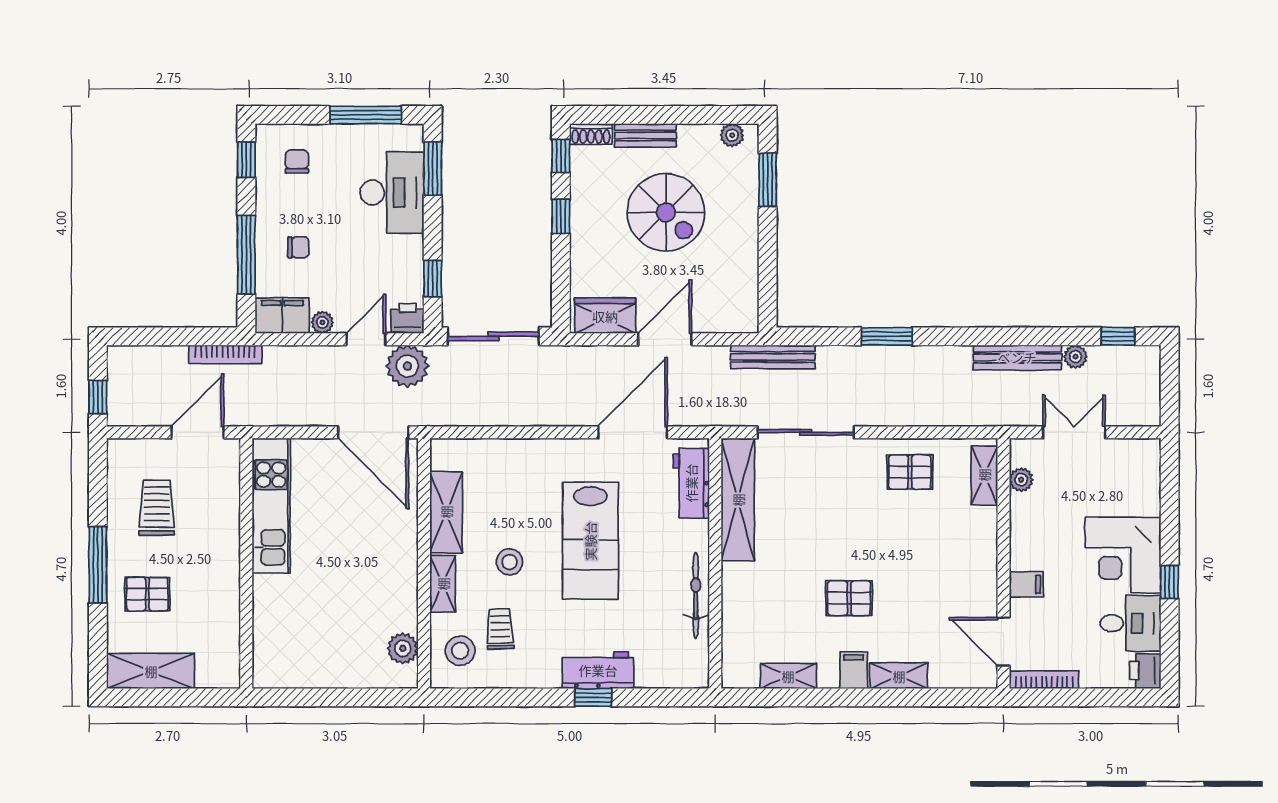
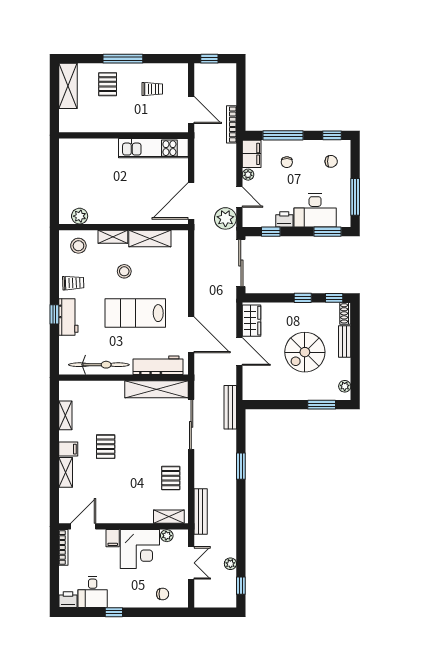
printer: (408, 318) -> (284, 219), moved, turned -90
bench: (1017, 357) -> (201, 512), moved
workbench: (691, 483) -> (158, 365), width x1.38
chair: (1134, 488) -> (163, 594), added
trolley: (157, 508) -> (152, 89), width x0.73, depth x0.72
corner desk: (1123, 555) -> (140, 549), moved, turned 180
bicycle: (696, 595) -> (99, 365), width x1.37, depth x1.40
trolley: (500, 629) -> (73, 283), moved

